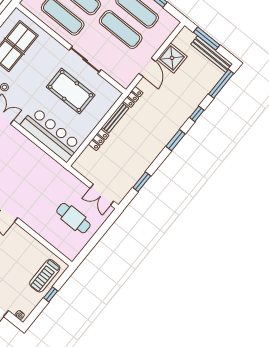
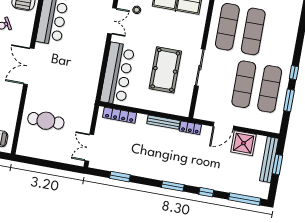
window: (207, 39) -> (277, 164), width x0.69
bench: (212, 54) -> (269, 160), moved
locker: (99, 140) -> (120, 115), moved, width x1.53
cafe table: (73, 218) -> (46, 121), moved, turned 90

